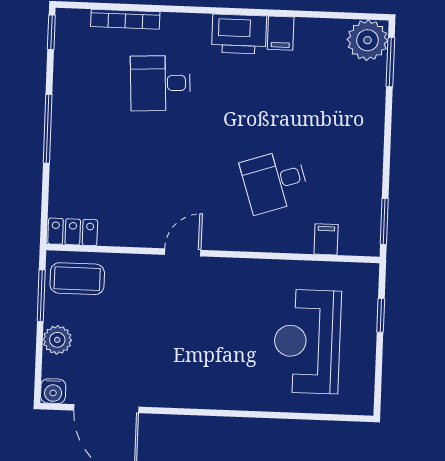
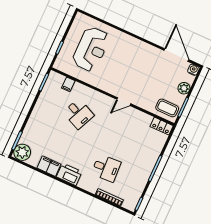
filing cabinet: (281, 33) -> (49, 166), width x2.00
desk: (275, 181) -> (78, 114), turned 42

